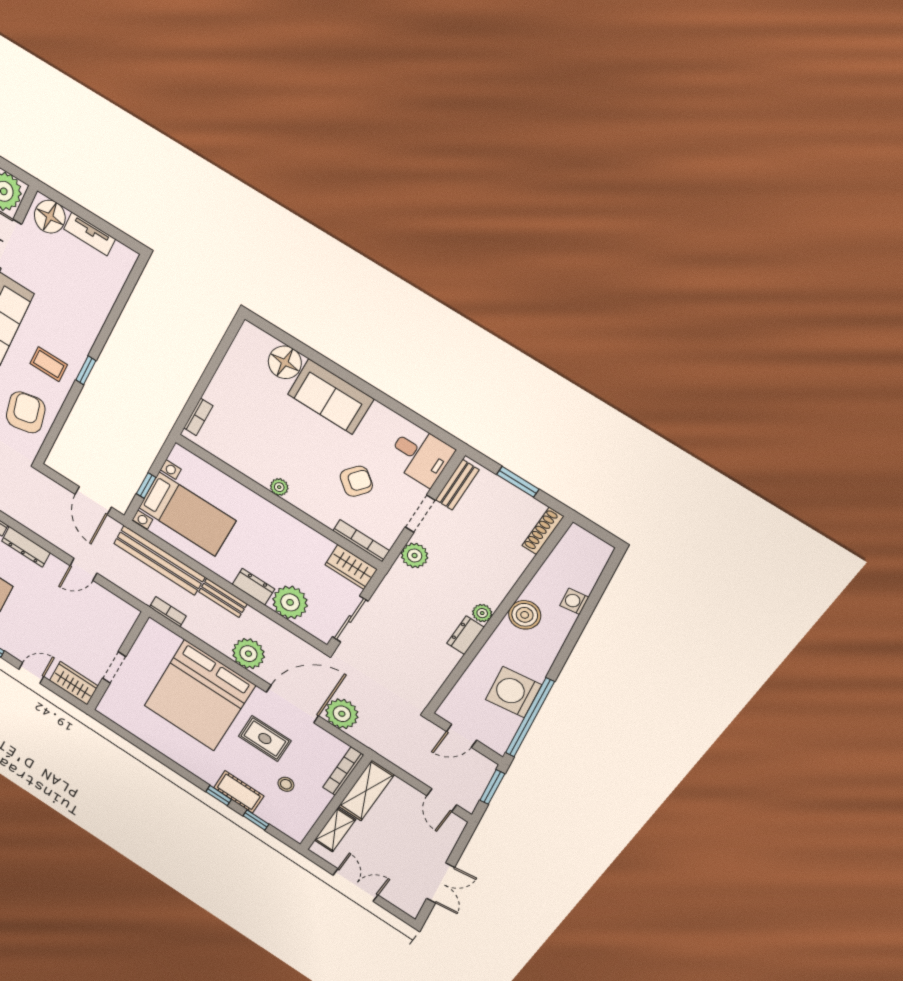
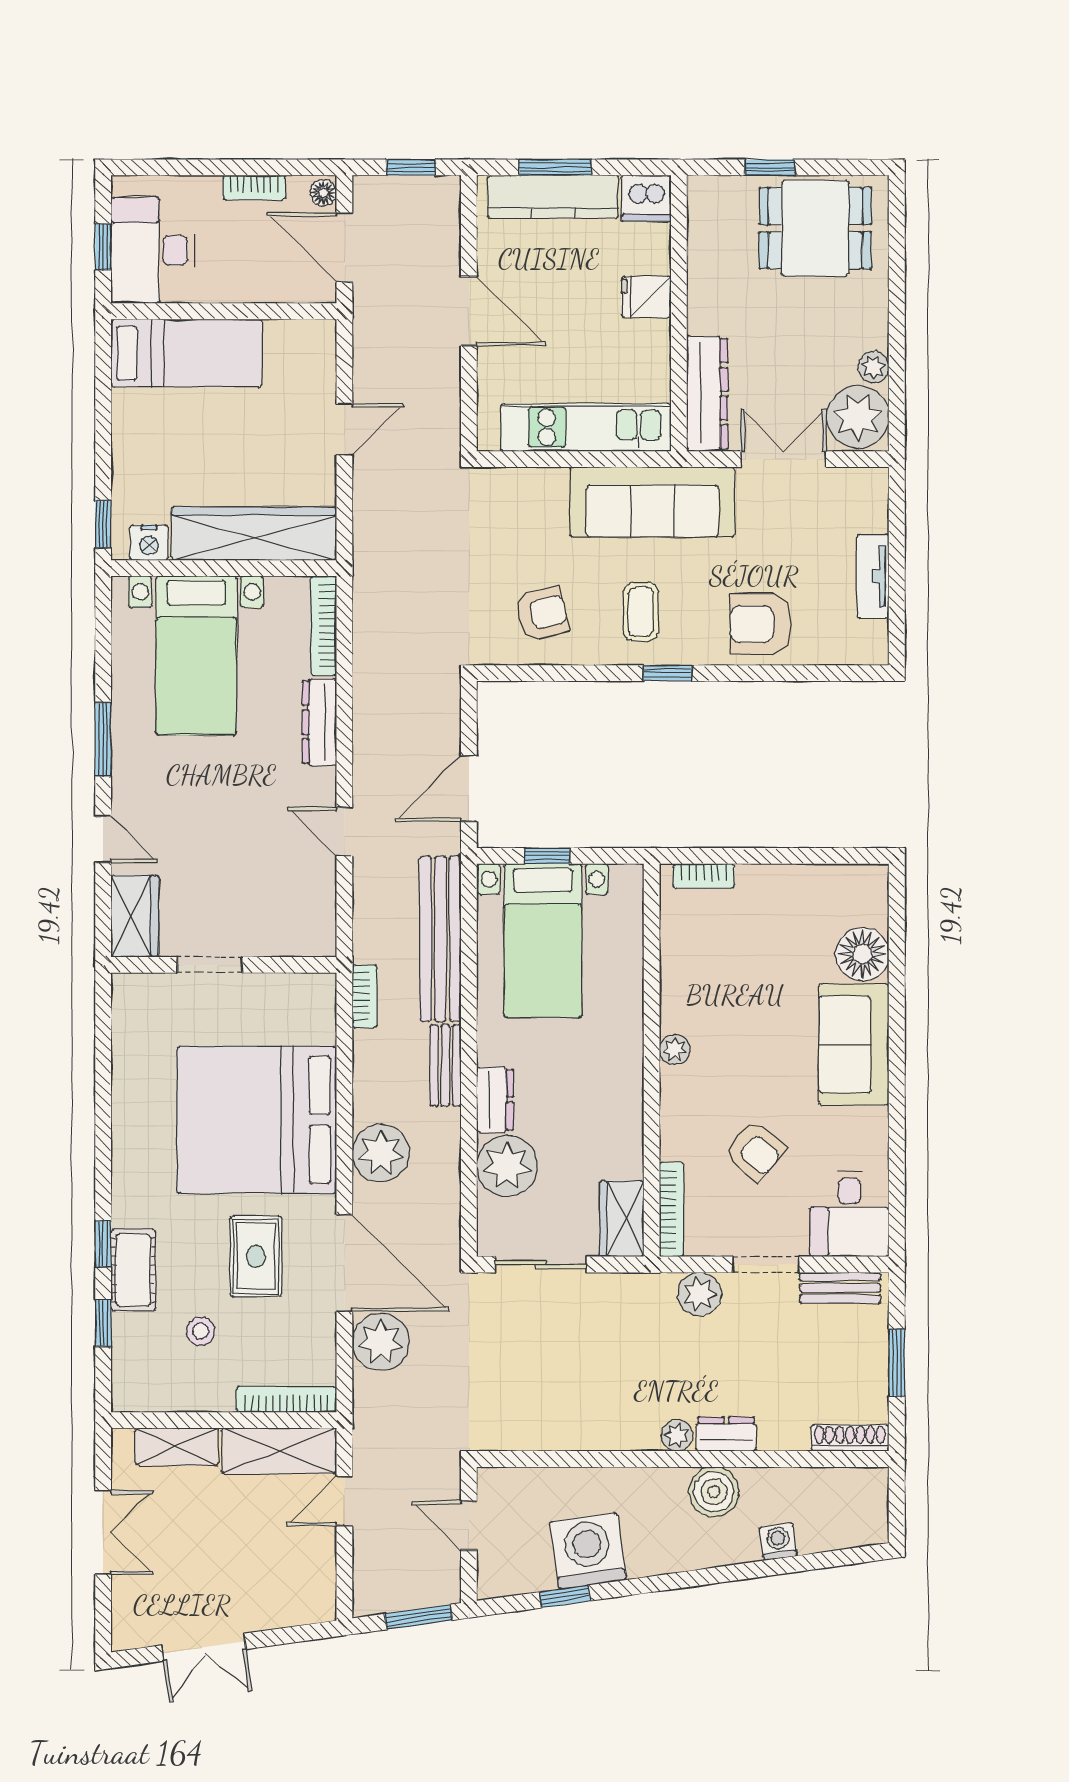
floor lamp: (50, 217) -> (862, 504), removed
armchair: (85, 308) -> (760, 624), added
armchair: (26, 412) -> (542, 614), width x0.72, depth x0.72
dresser: (465, 635) -> (726, 1434), moved
window: (530, 718) -> (565, 1596), width x0.32
door: (442, 800) -> (344, 1501), moved

